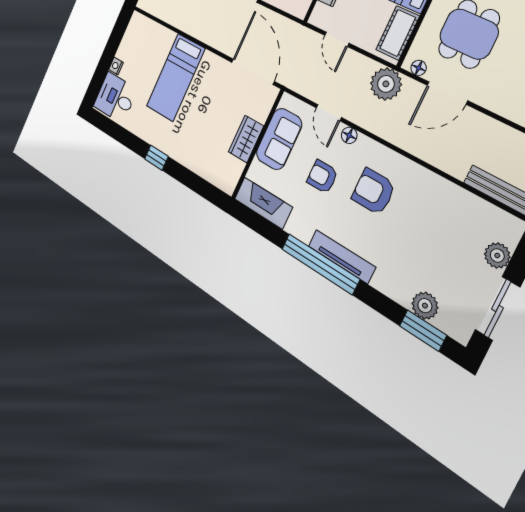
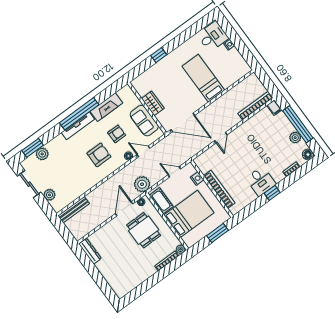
window: (156, 158) -> (159, 55), moved
fireplace: (263, 203) -> (106, 107), moved

